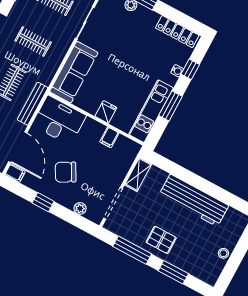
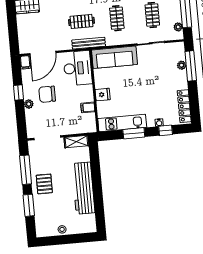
bench: (33, 104) -> (89, 43), moved
chair: (66, 172) -> (47, 94), turned -61
plant: (80, 208) -> (29, 104), moved

